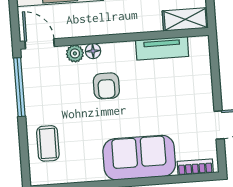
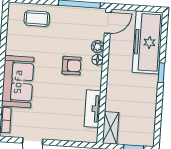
armchair: (106, 86) -> (72, 66), turned 180

